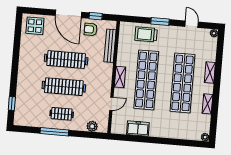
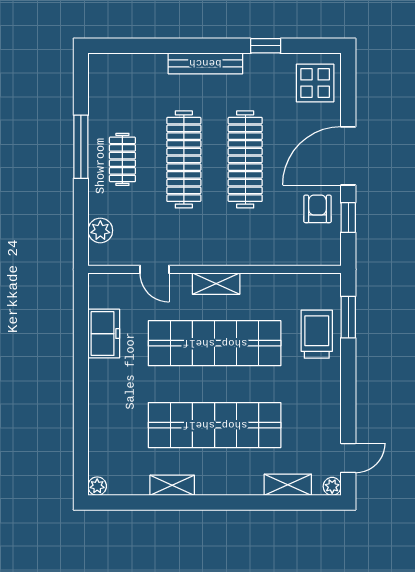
window: (160, 22) -> (348, 317), moved
door: (192, 24) -> (348, 458), moved
bench: (110, 46) -> (205, 63), moved
shelving: (210, 73) -> (288, 485), moved
window: (12, 103) -> (266, 46), moved

